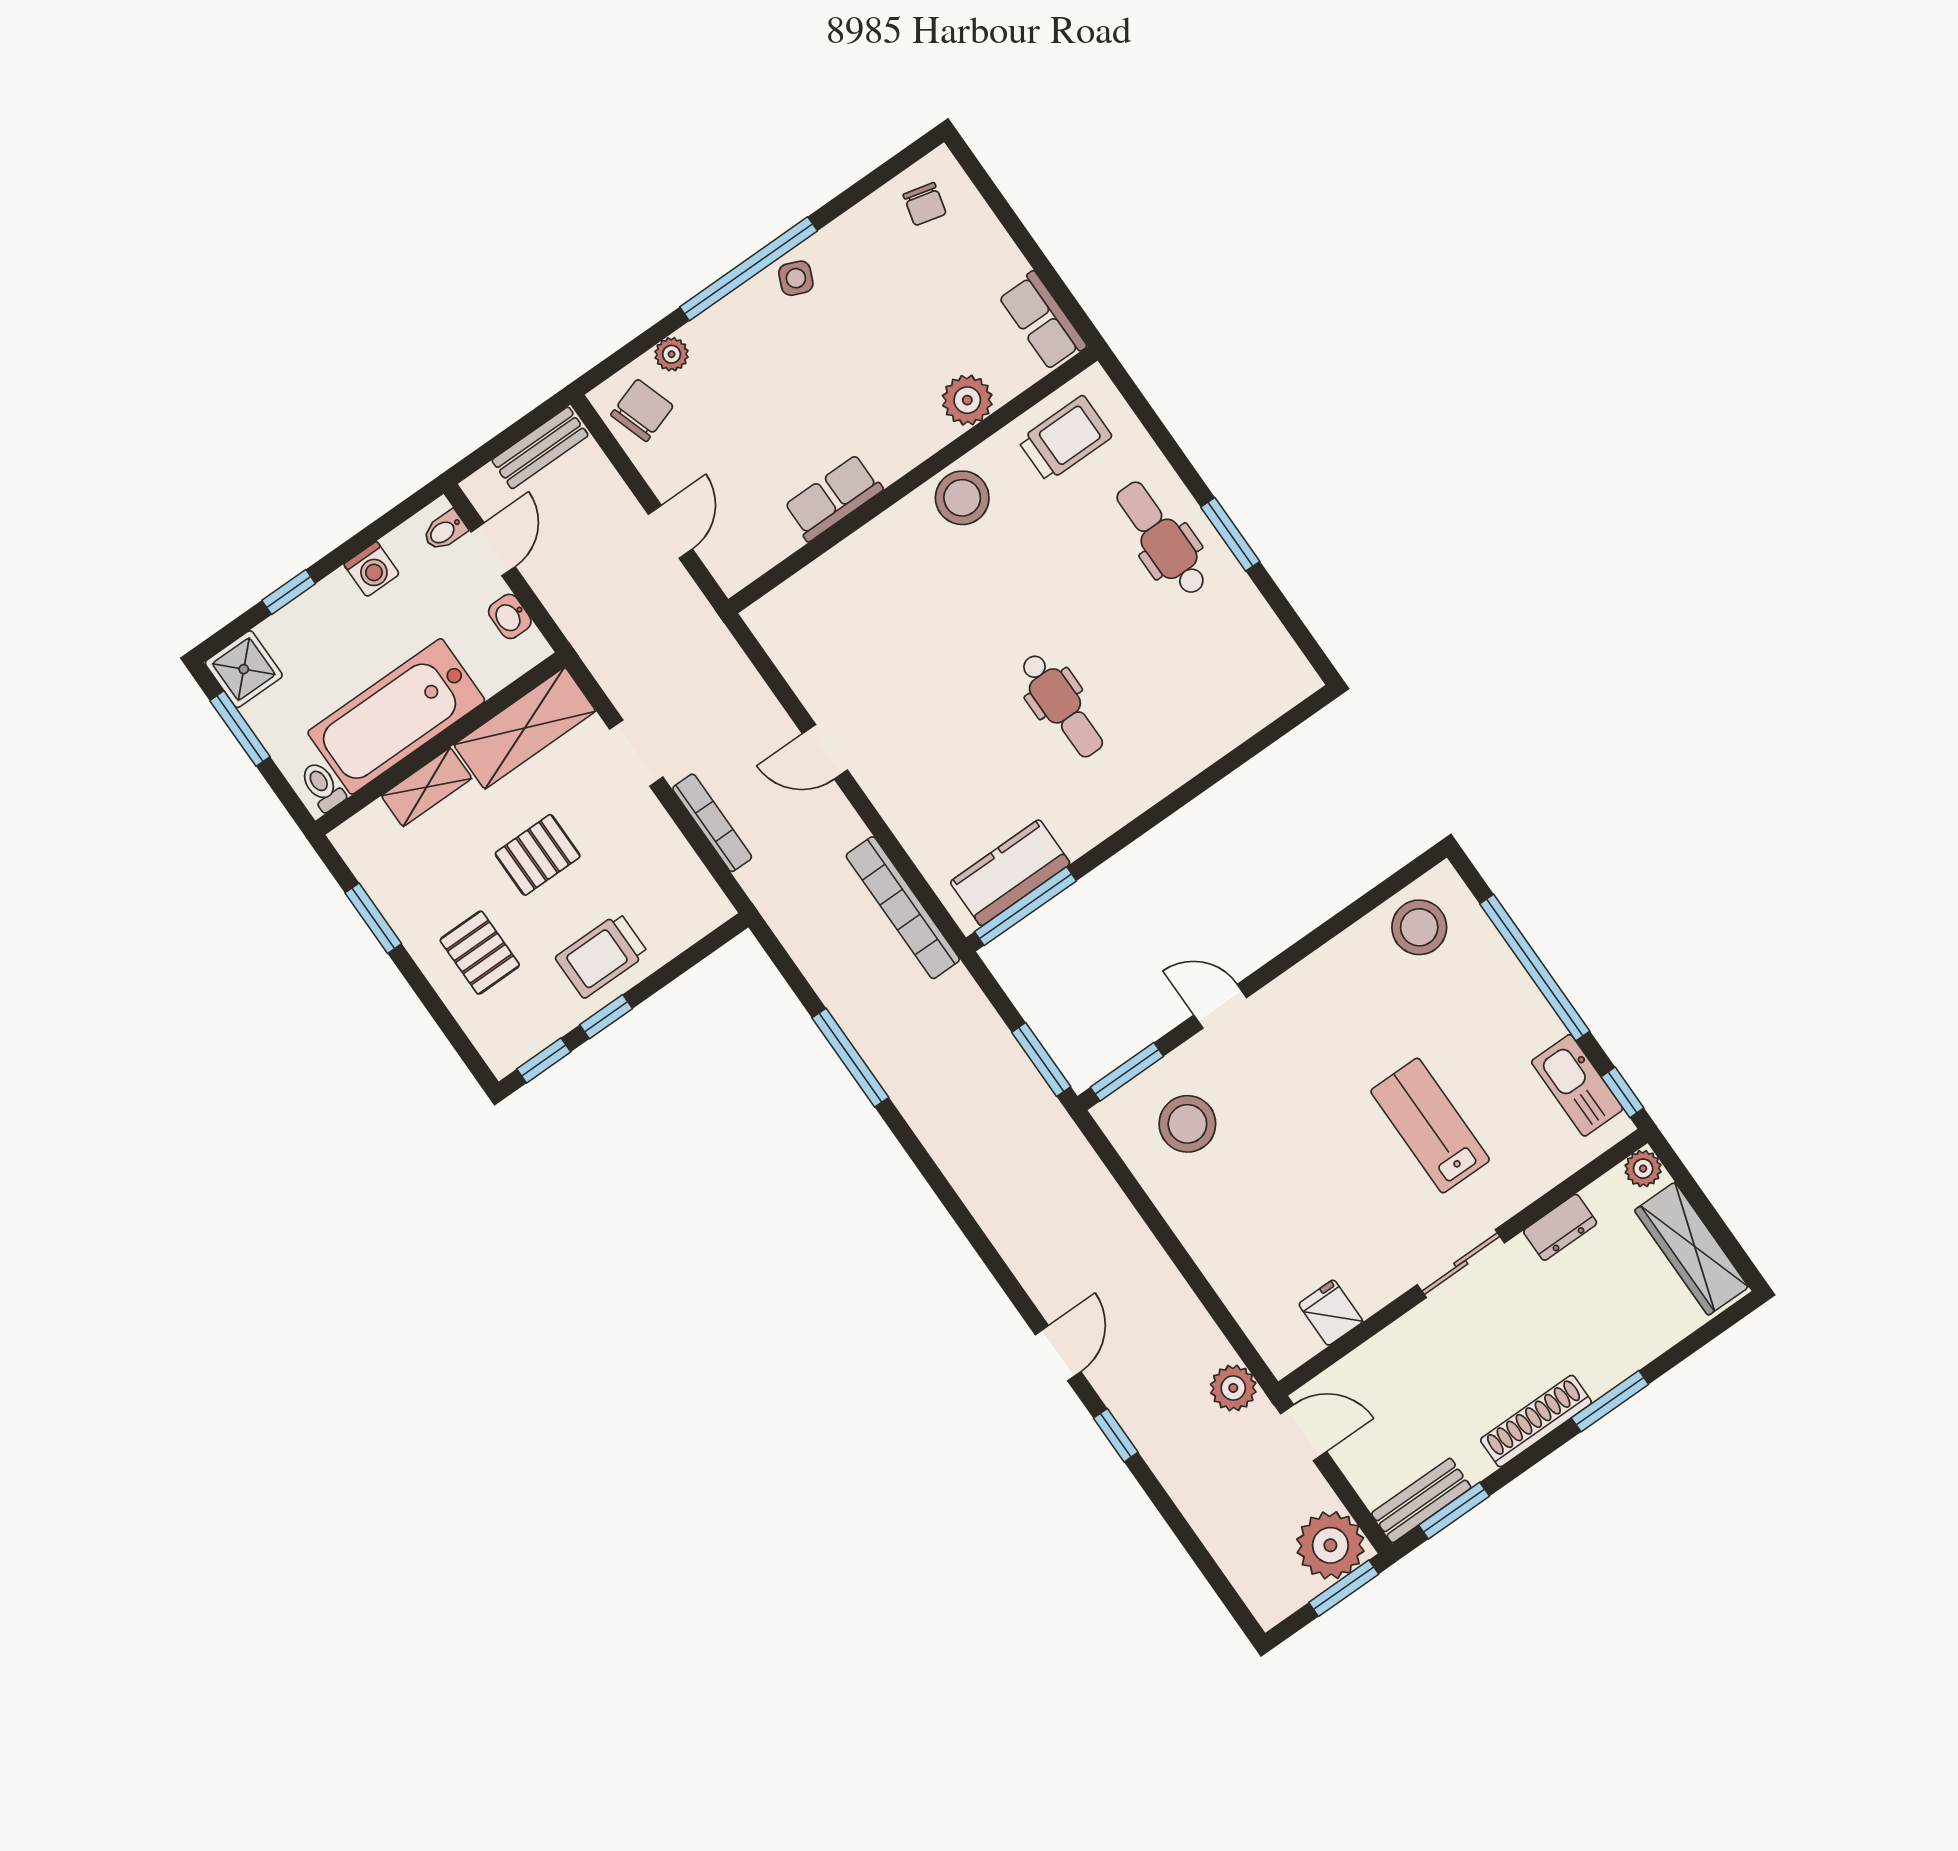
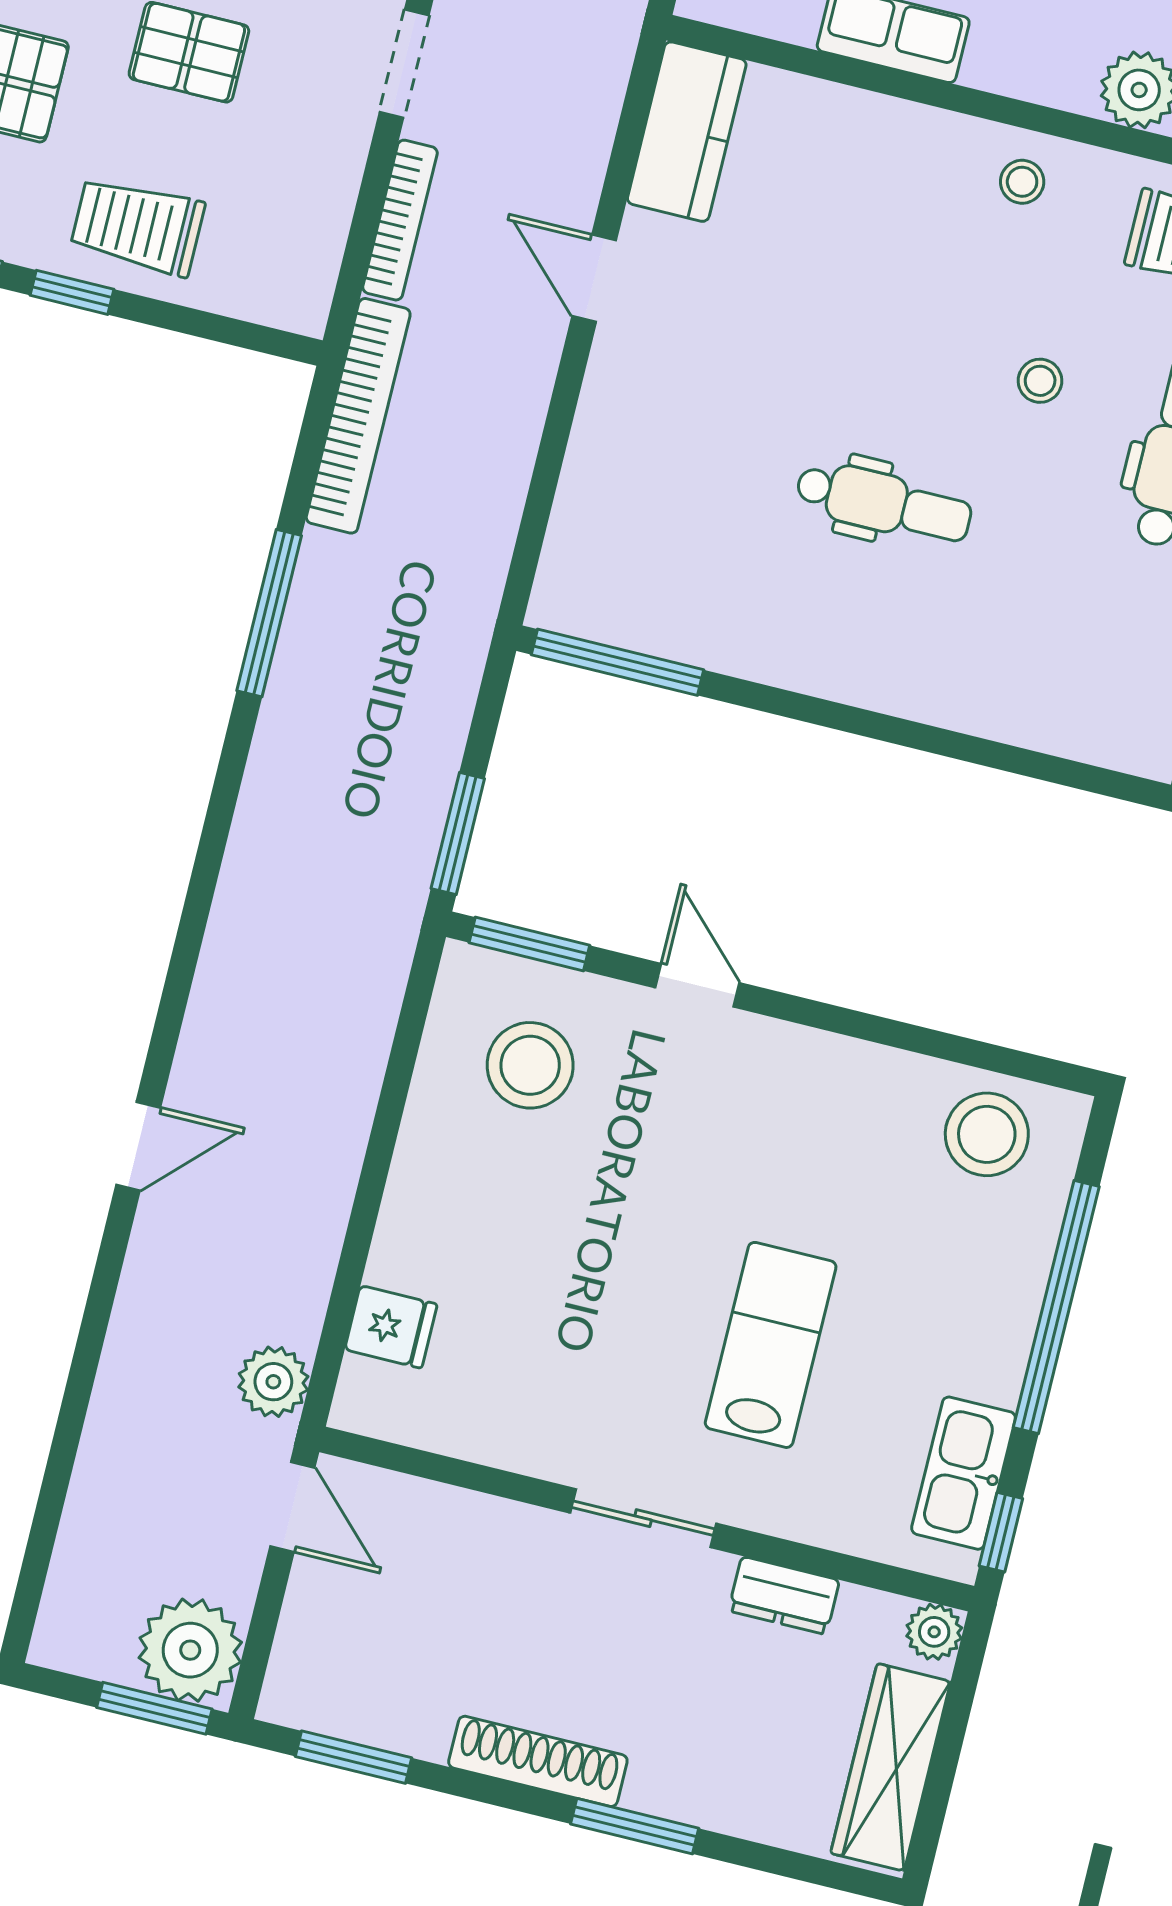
stool: (962, 498) -> (1022, 182), width x0.53, depth x0.53
stool: (1069, 575) -> (1040, 381), added
dental chair: (1062, 705) -> (884, 503), turned -90
kitchen counter: (1010, 873) -> (687, 132), moved, turned 90
bookcase: (903, 908) -> (358, 416), moved, turned 180
fridge: (1331, 1313) -> (391, 1327), moved, turned 90
window: (1116, 1435) -> (102, 1294), removed
bench: (1421, 1500) -> (332, 1709), removed

